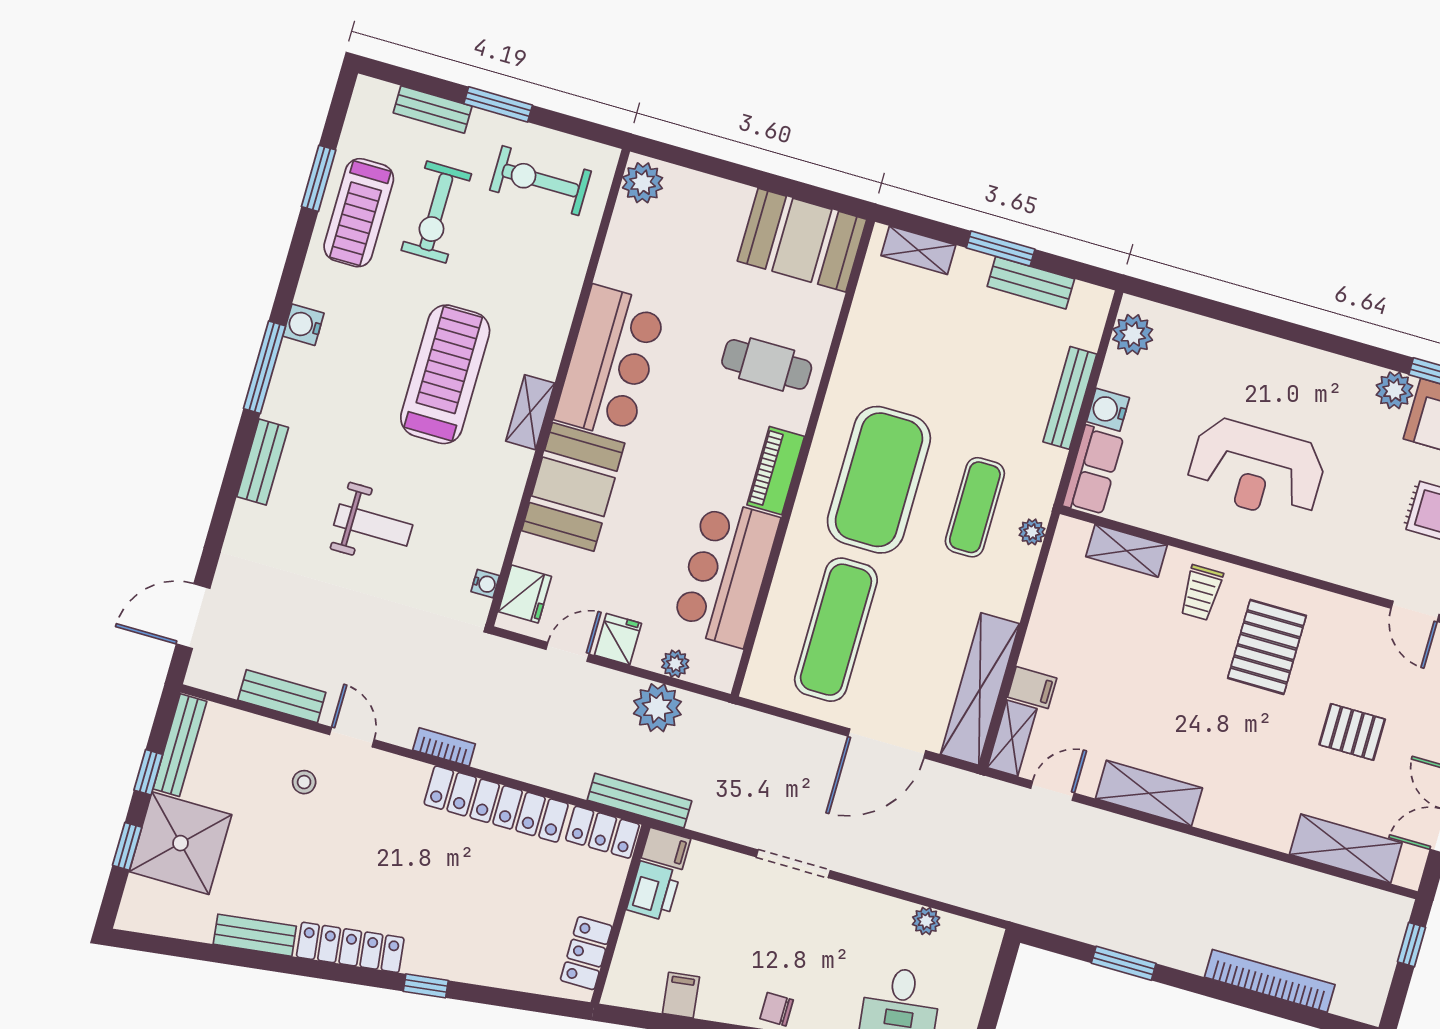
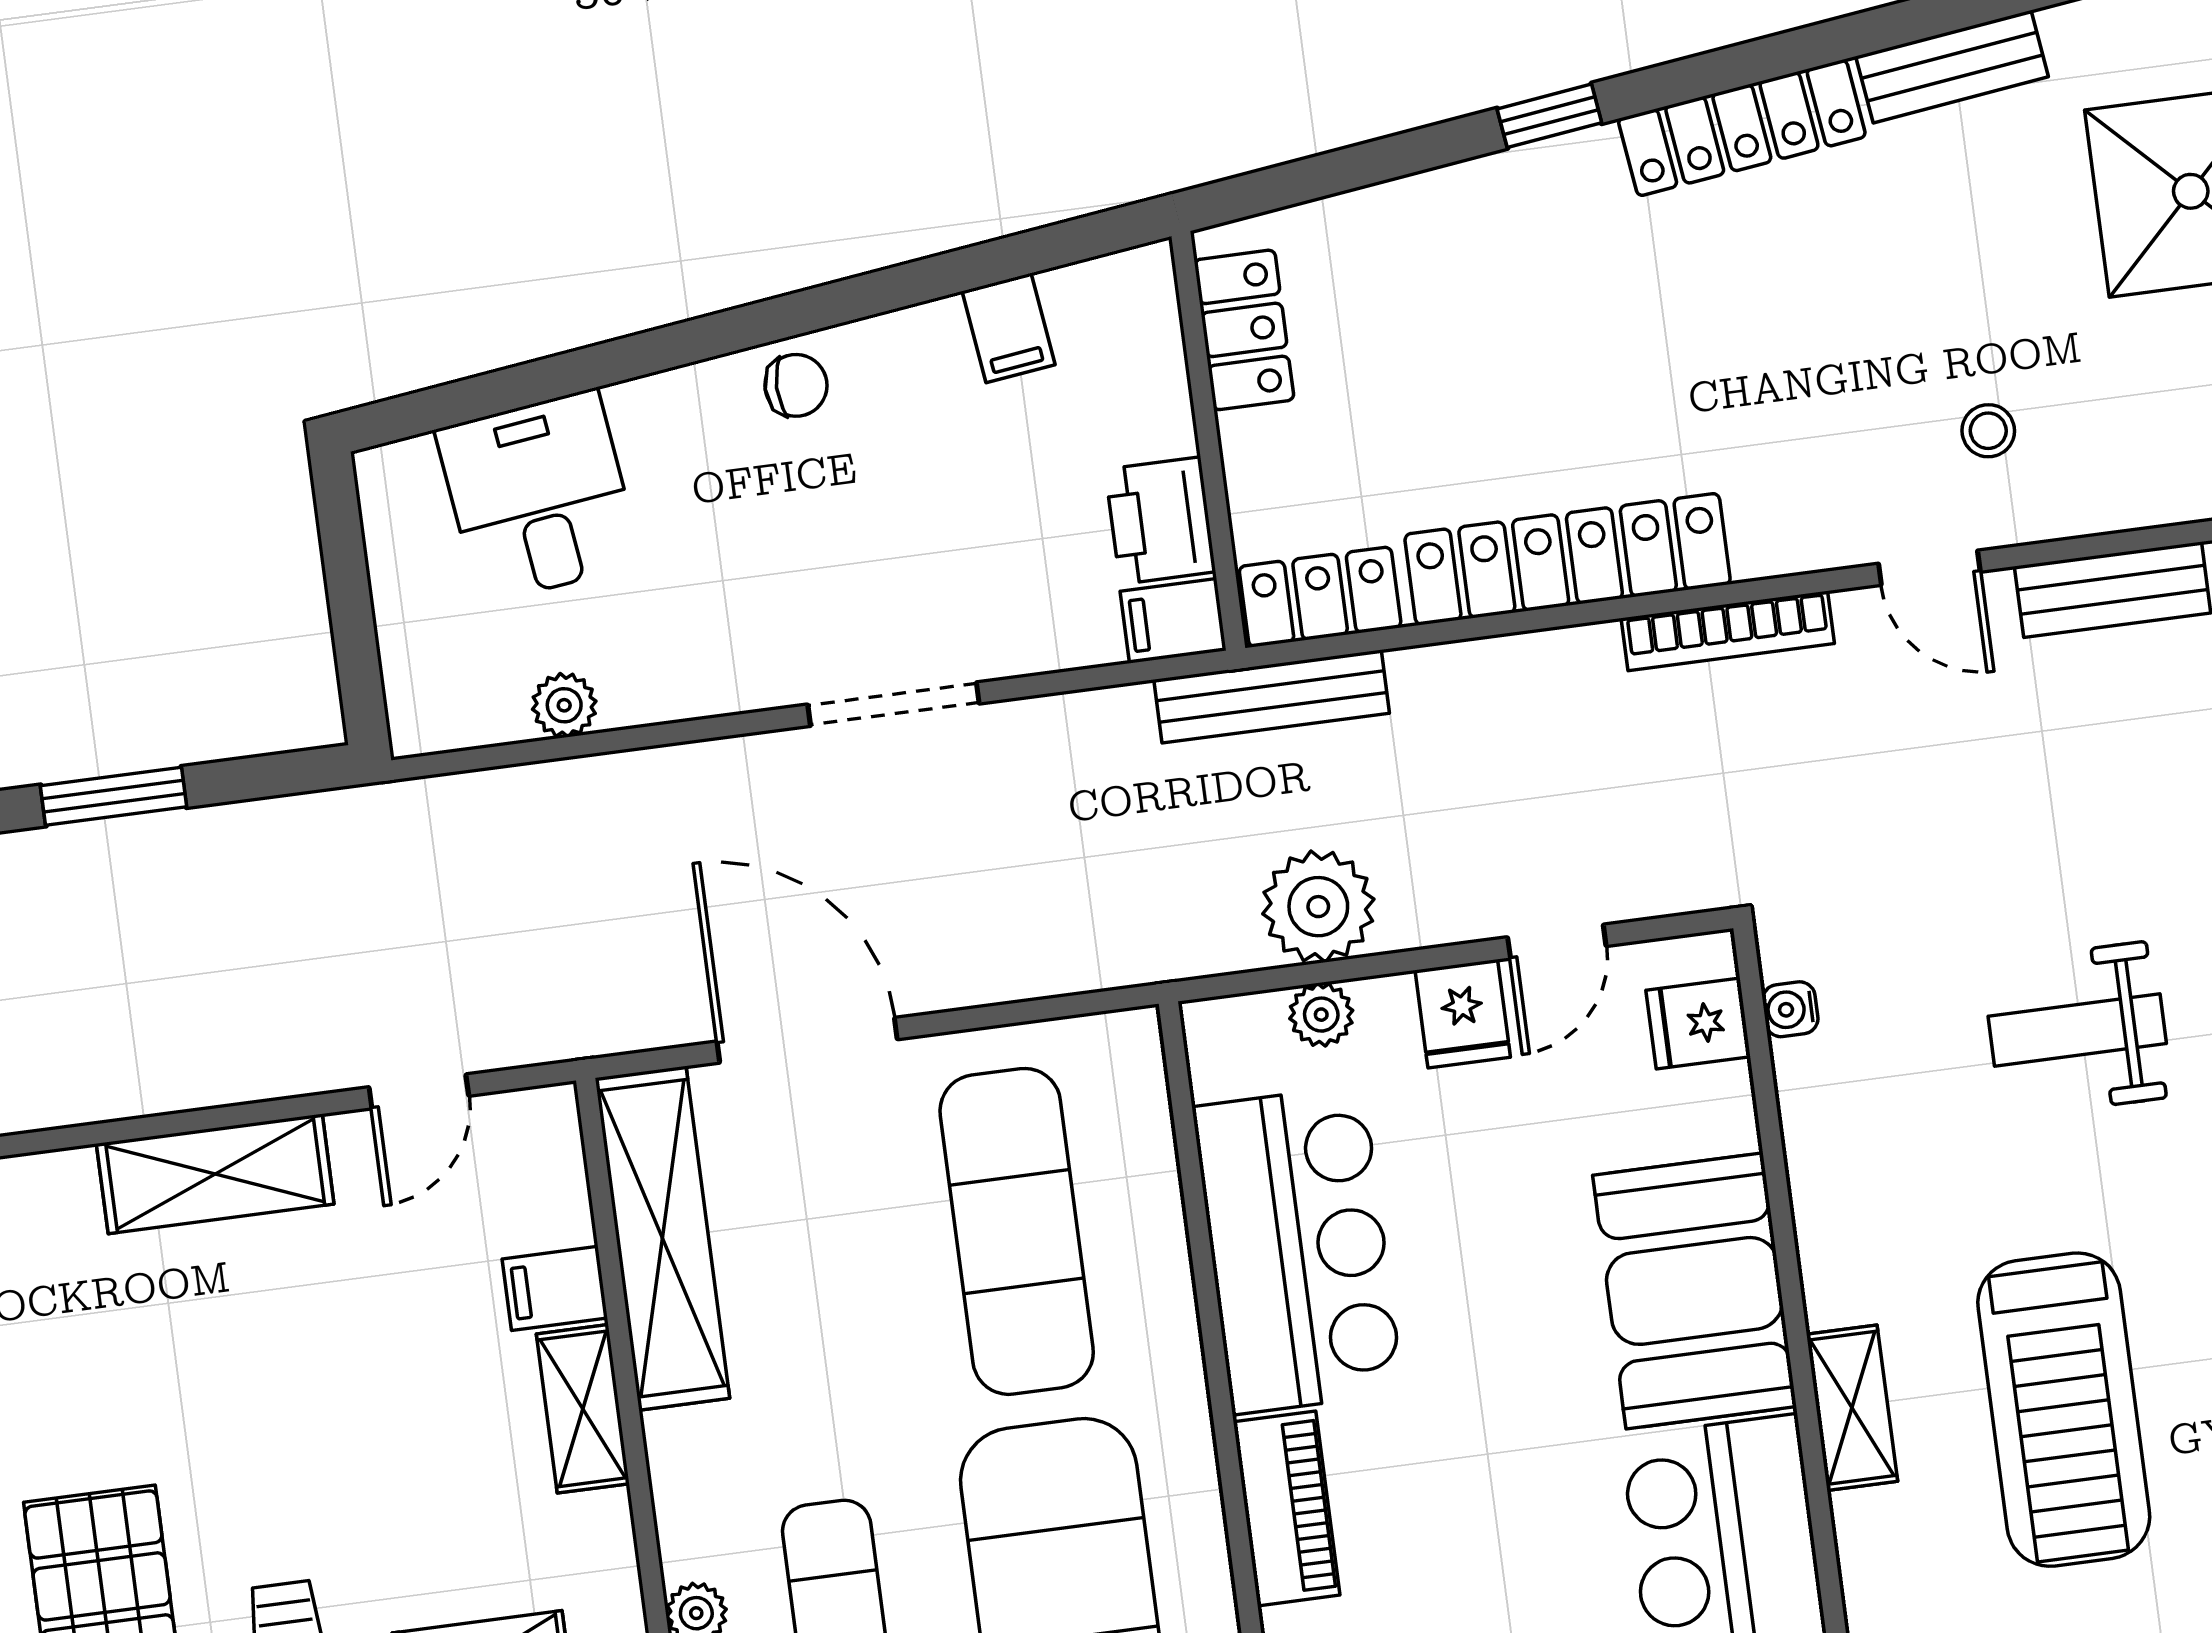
fridge: (525, 594) -> (1698, 1024), width x0.72
shelving: (1012, 738) -> (583, 1409), moved
door: (887, 743) -> (807, 1040), hinge flipped
bookcase: (444, 747) -> (1728, 631), width x1.56

